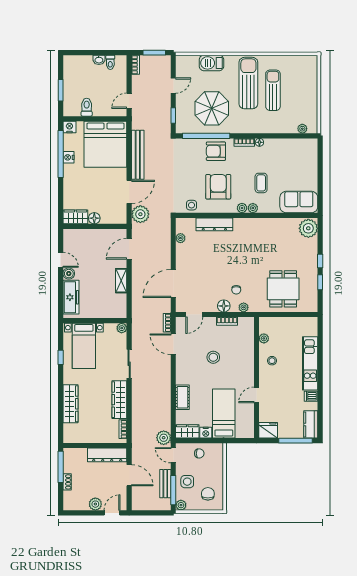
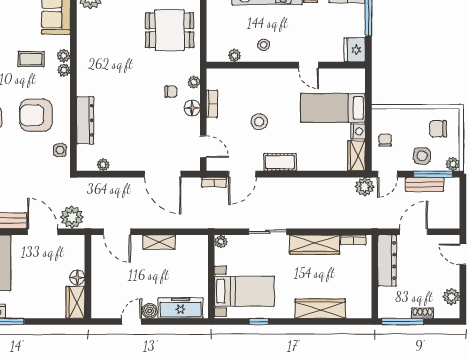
plant: (242, 208) -> (64, 56), moved
cot: (182, 397) -> (280, 162), moved
plant: (95, 504) -> (451, 297), moved

